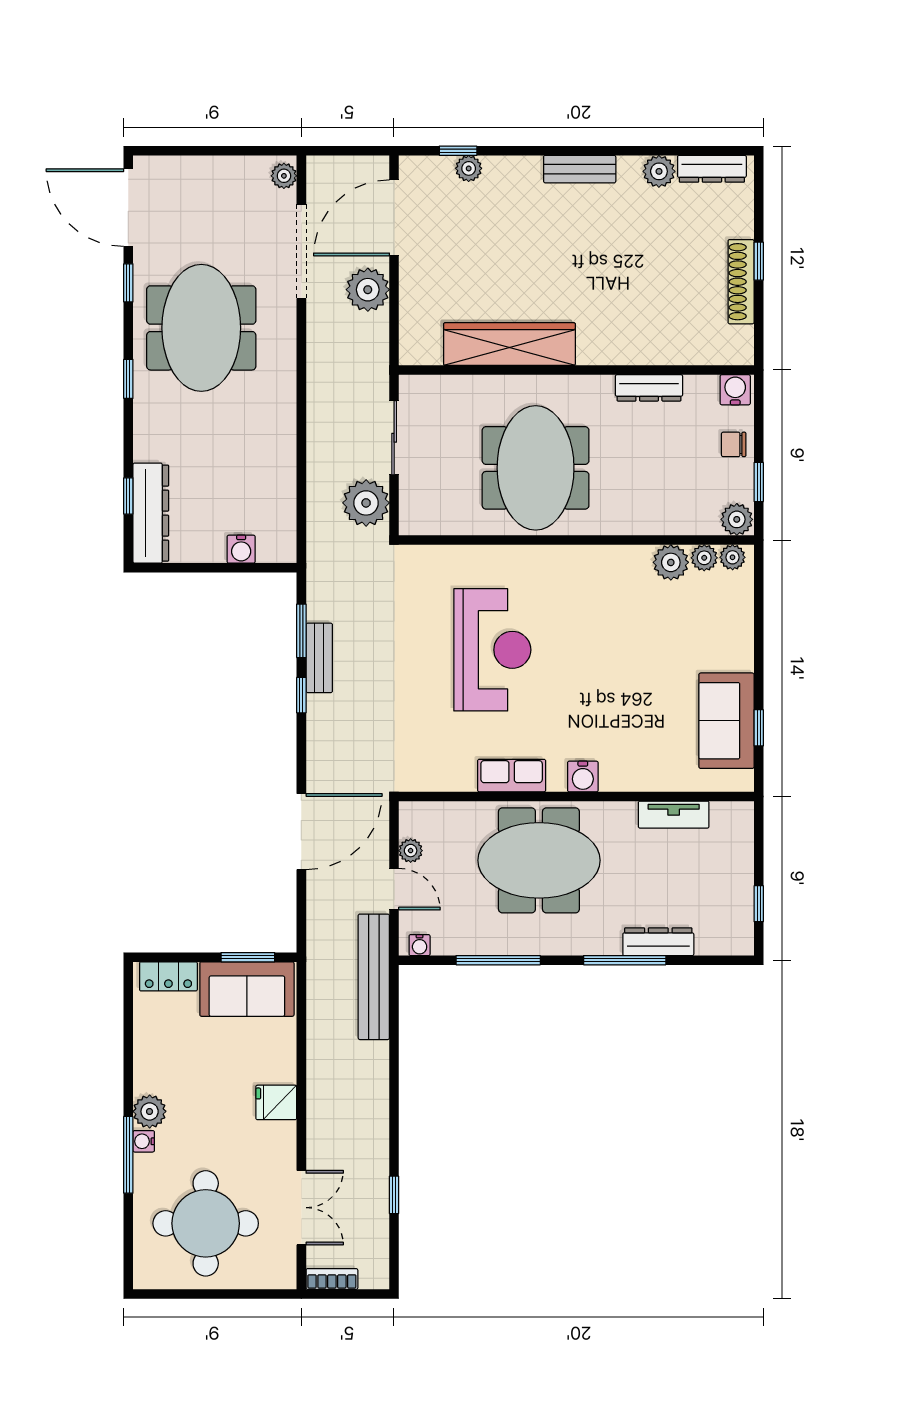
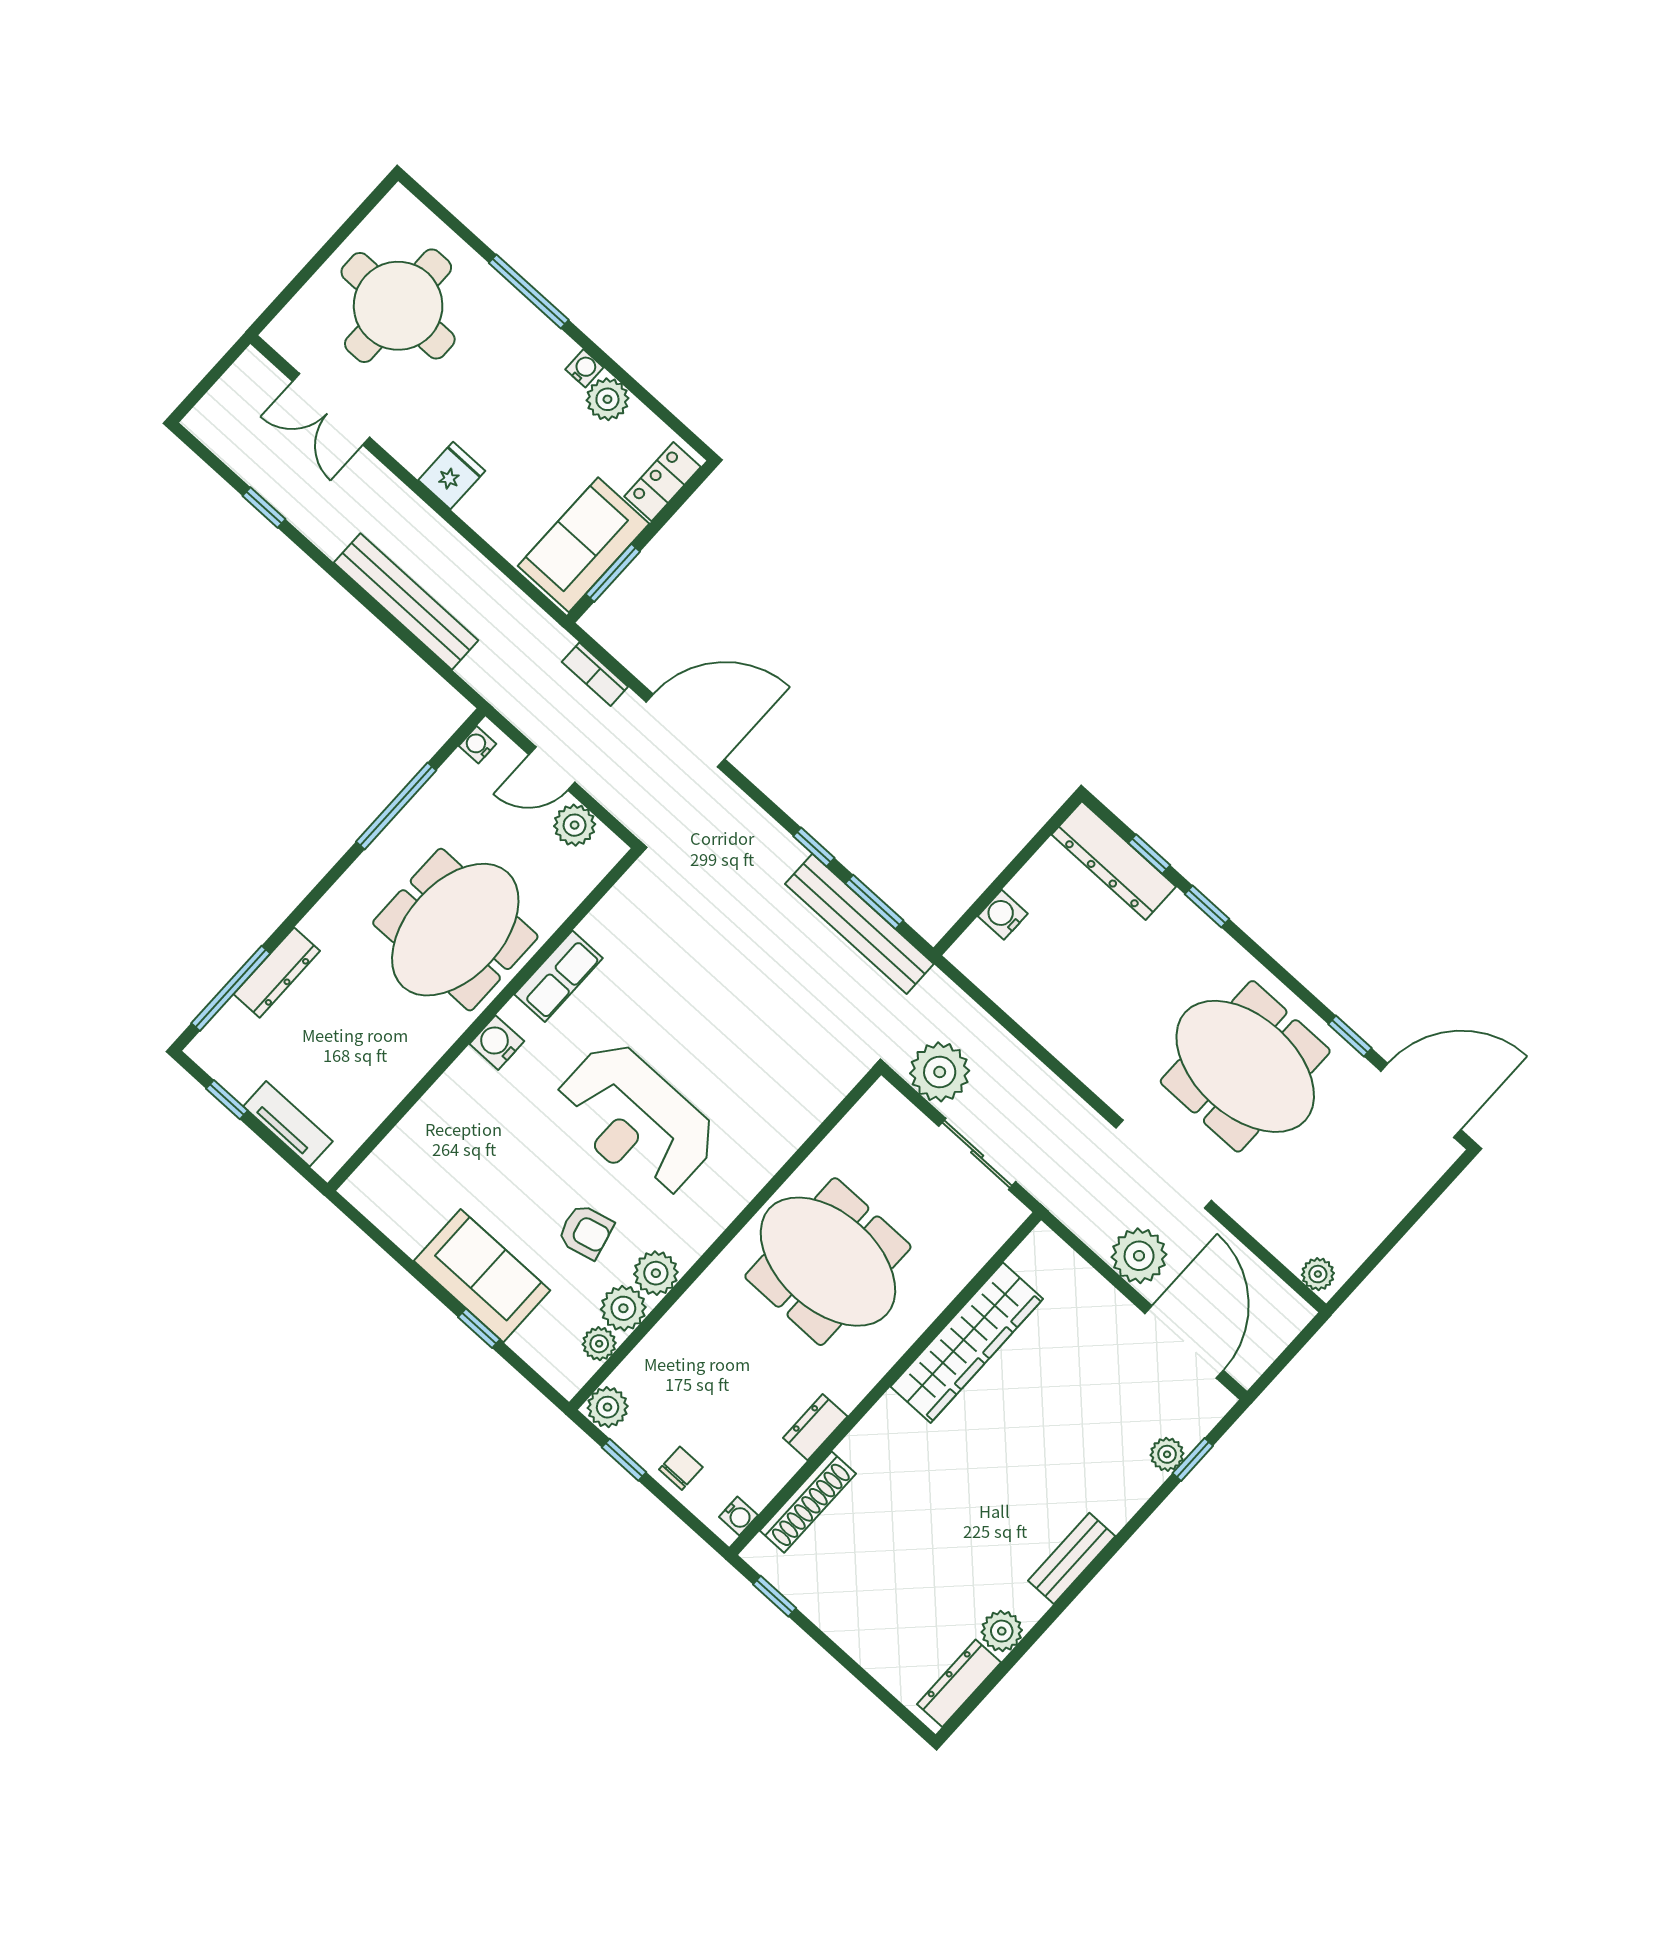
doorway: (301, 251) -> (1164, 1164), moved
window: (759, 261) -> (775, 1596), moved
shoe rack: (741, 282) -> (808, 1502), moved, turned 90
window: (128, 379) -> (1207, 907), moved
dresser: (649, 388) -> (815, 1427), width x0.70
water cooler: (735, 390) -> (738, 1516), width x0.72, depth x0.72
plant: (733, 557) -> (656, 1273), moved, width x1.38, depth x1.38
armchair: (646, 625) -> (586, 1232), added
reception desk: (492, 650) -> (636, 1120), moved
bench: (319, 658) -> (859, 924), width x1.86, depth x1.21
sofa: (726, 721) -> (482, 1276), moved
window: (759, 728) -> (479, 1328), moved
tv unit: (674, 815) -> (288, 1124), moved, turned 90
door: (301, 832) -> (685, 730), swing flipped
plant: (411, 851) -> (575, 825), width x1.38, depth x1.38
window: (625, 960) -> (231, 988), moved
bench: (374, 977) -> (406, 602), moved
plant: (150, 1111) -> (607, 399), moved
water cooler: (144, 1141) -> (584, 368), moved
bookcase: (332, 1279) -> (595, 674), moved, turned 90

